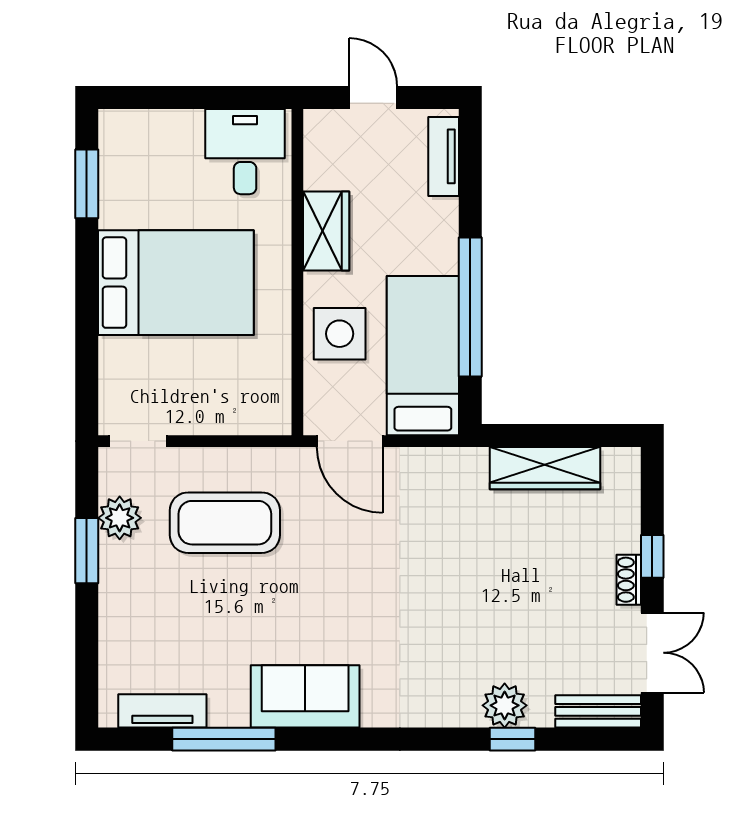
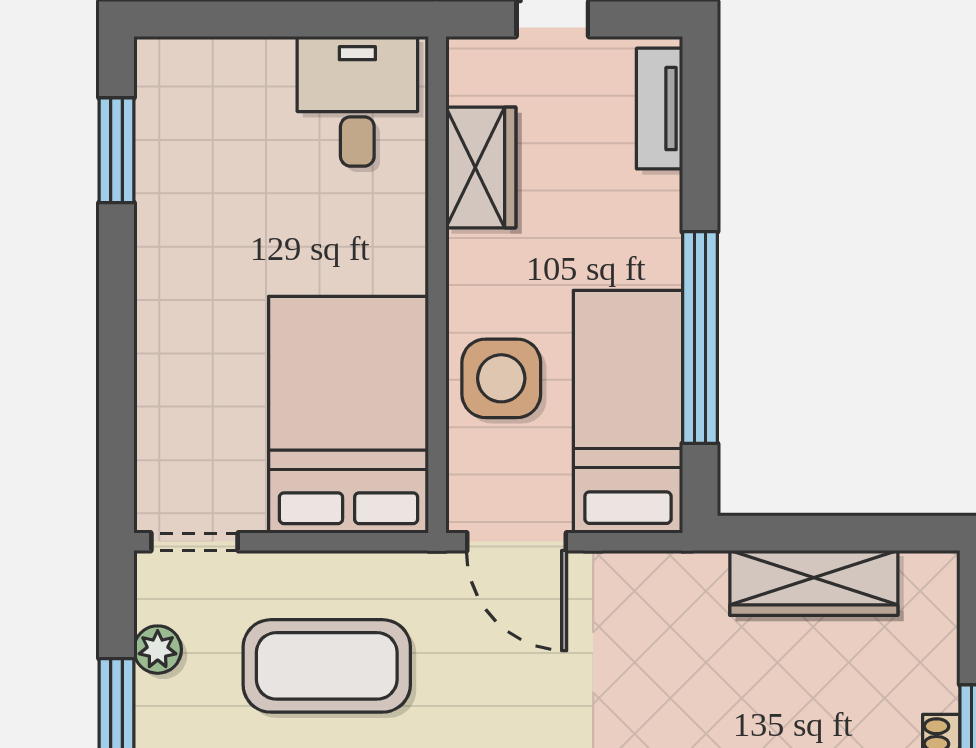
wardrobe: (326, 231) -> (481, 167), moved
bed: (176, 283) -> (349, 415), moved, turned -90
plant: (120, 518) -> (158, 650), width x0.73, depth x0.73

